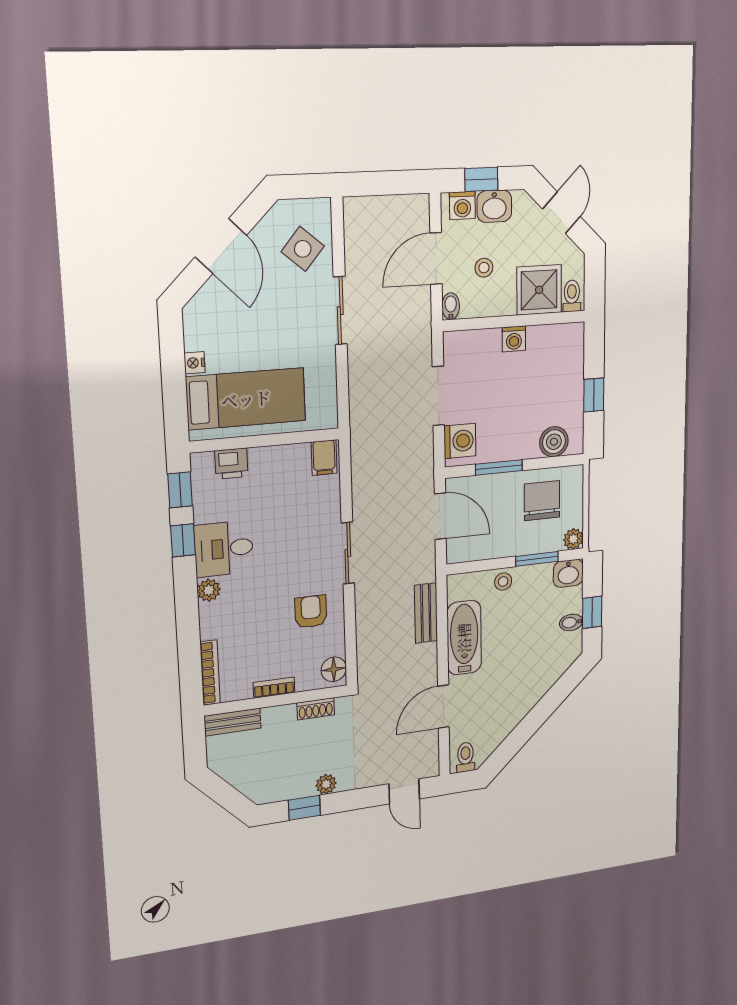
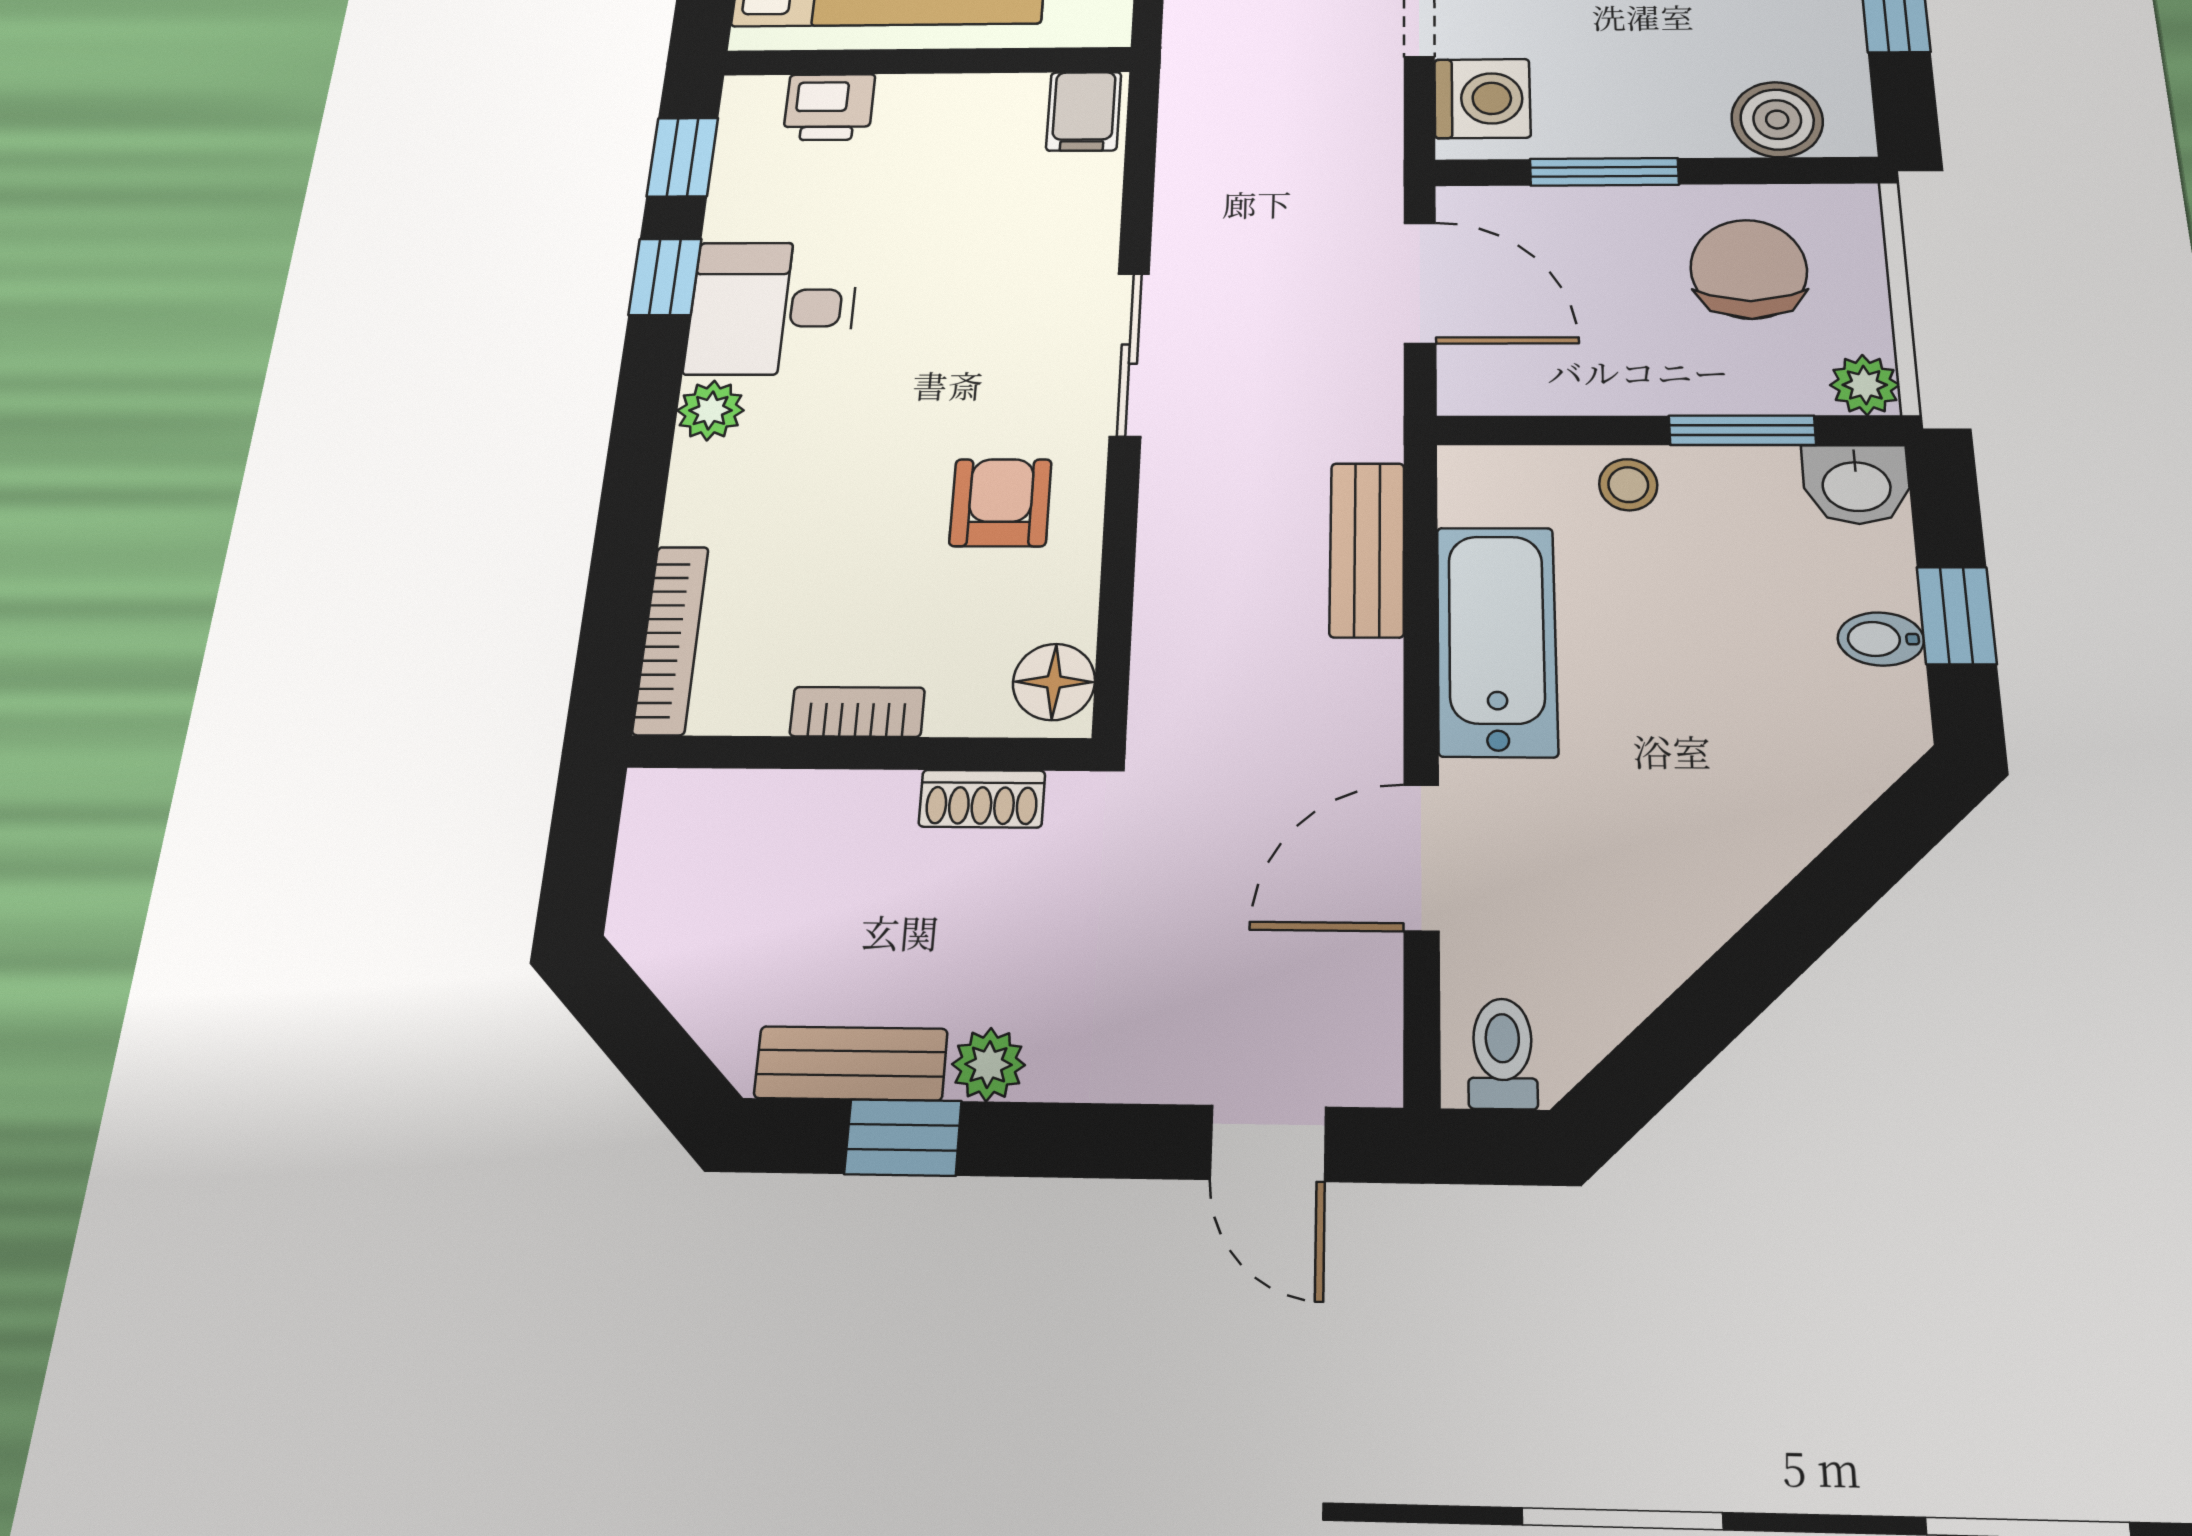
bench: (233, 722) -> (851, 1063), moved

